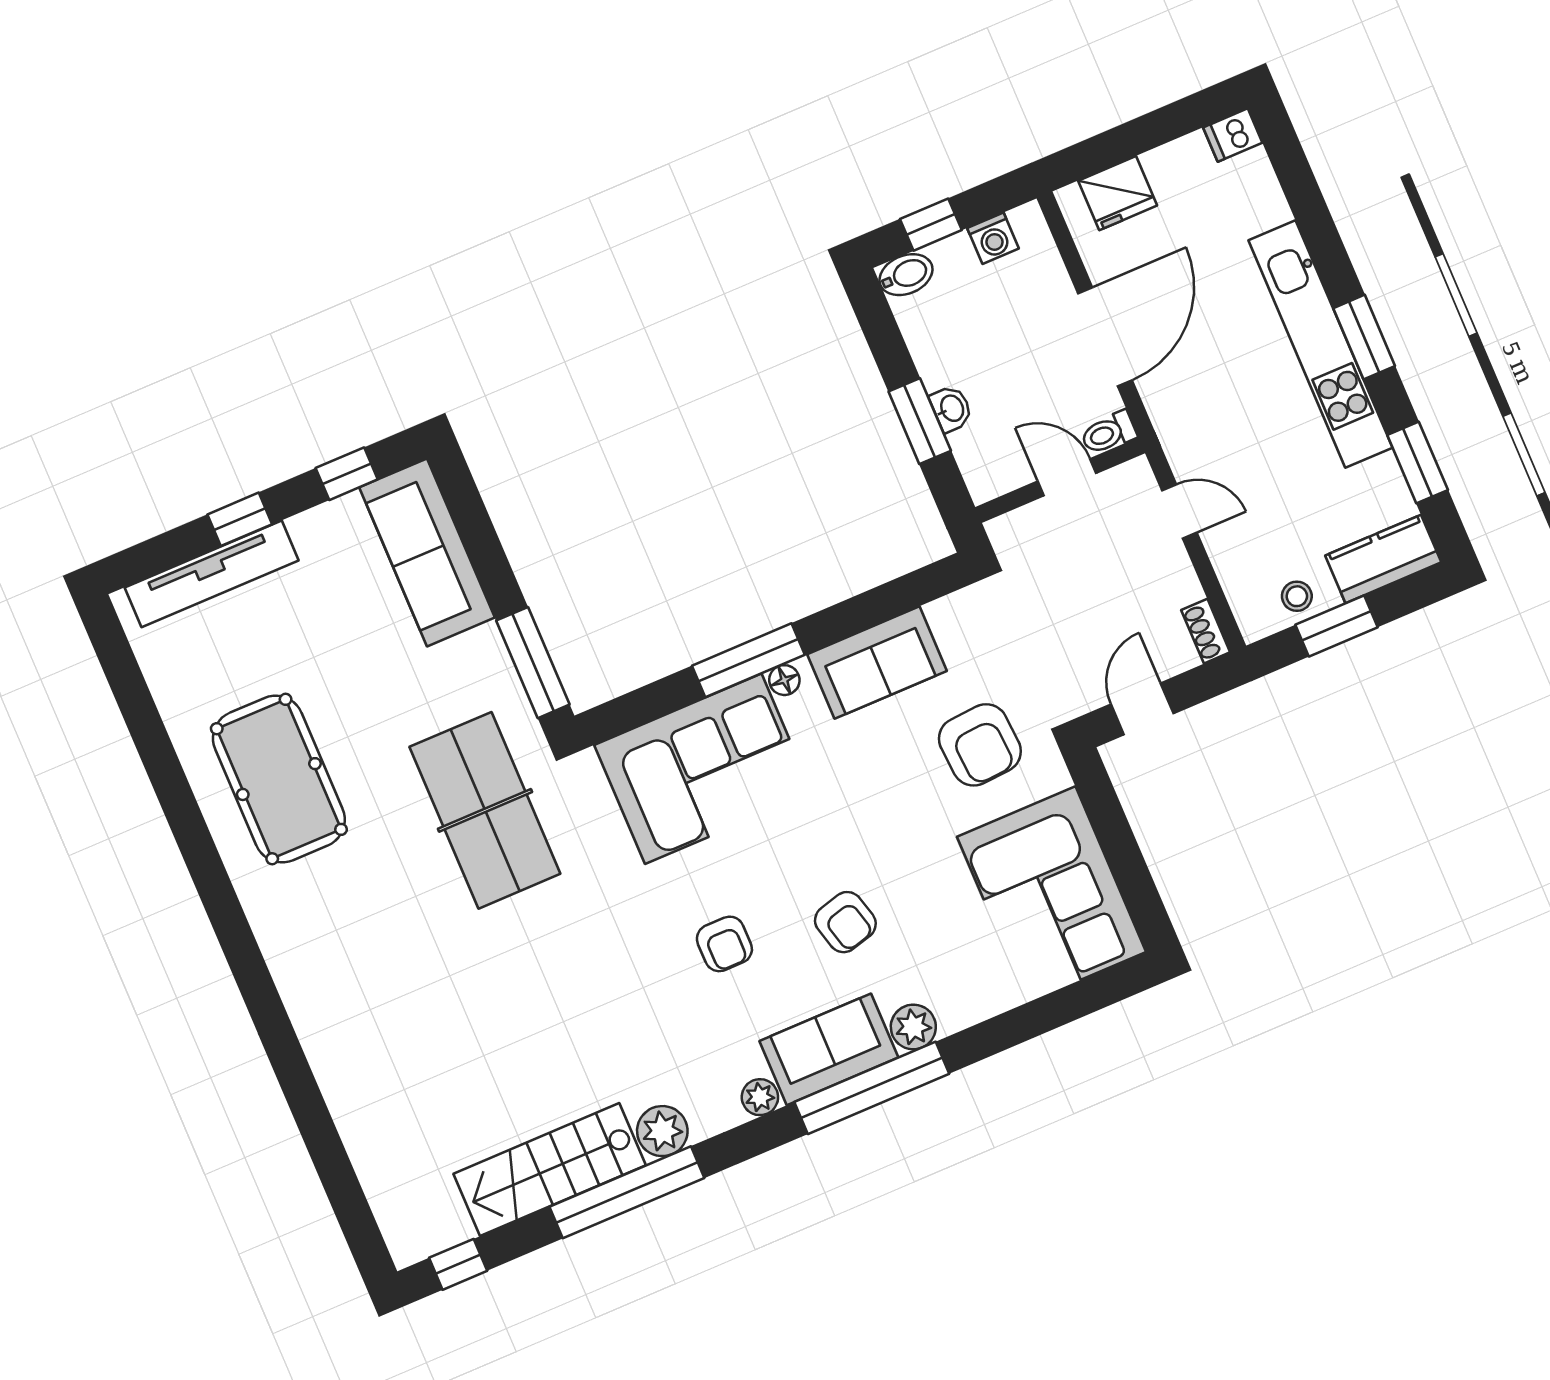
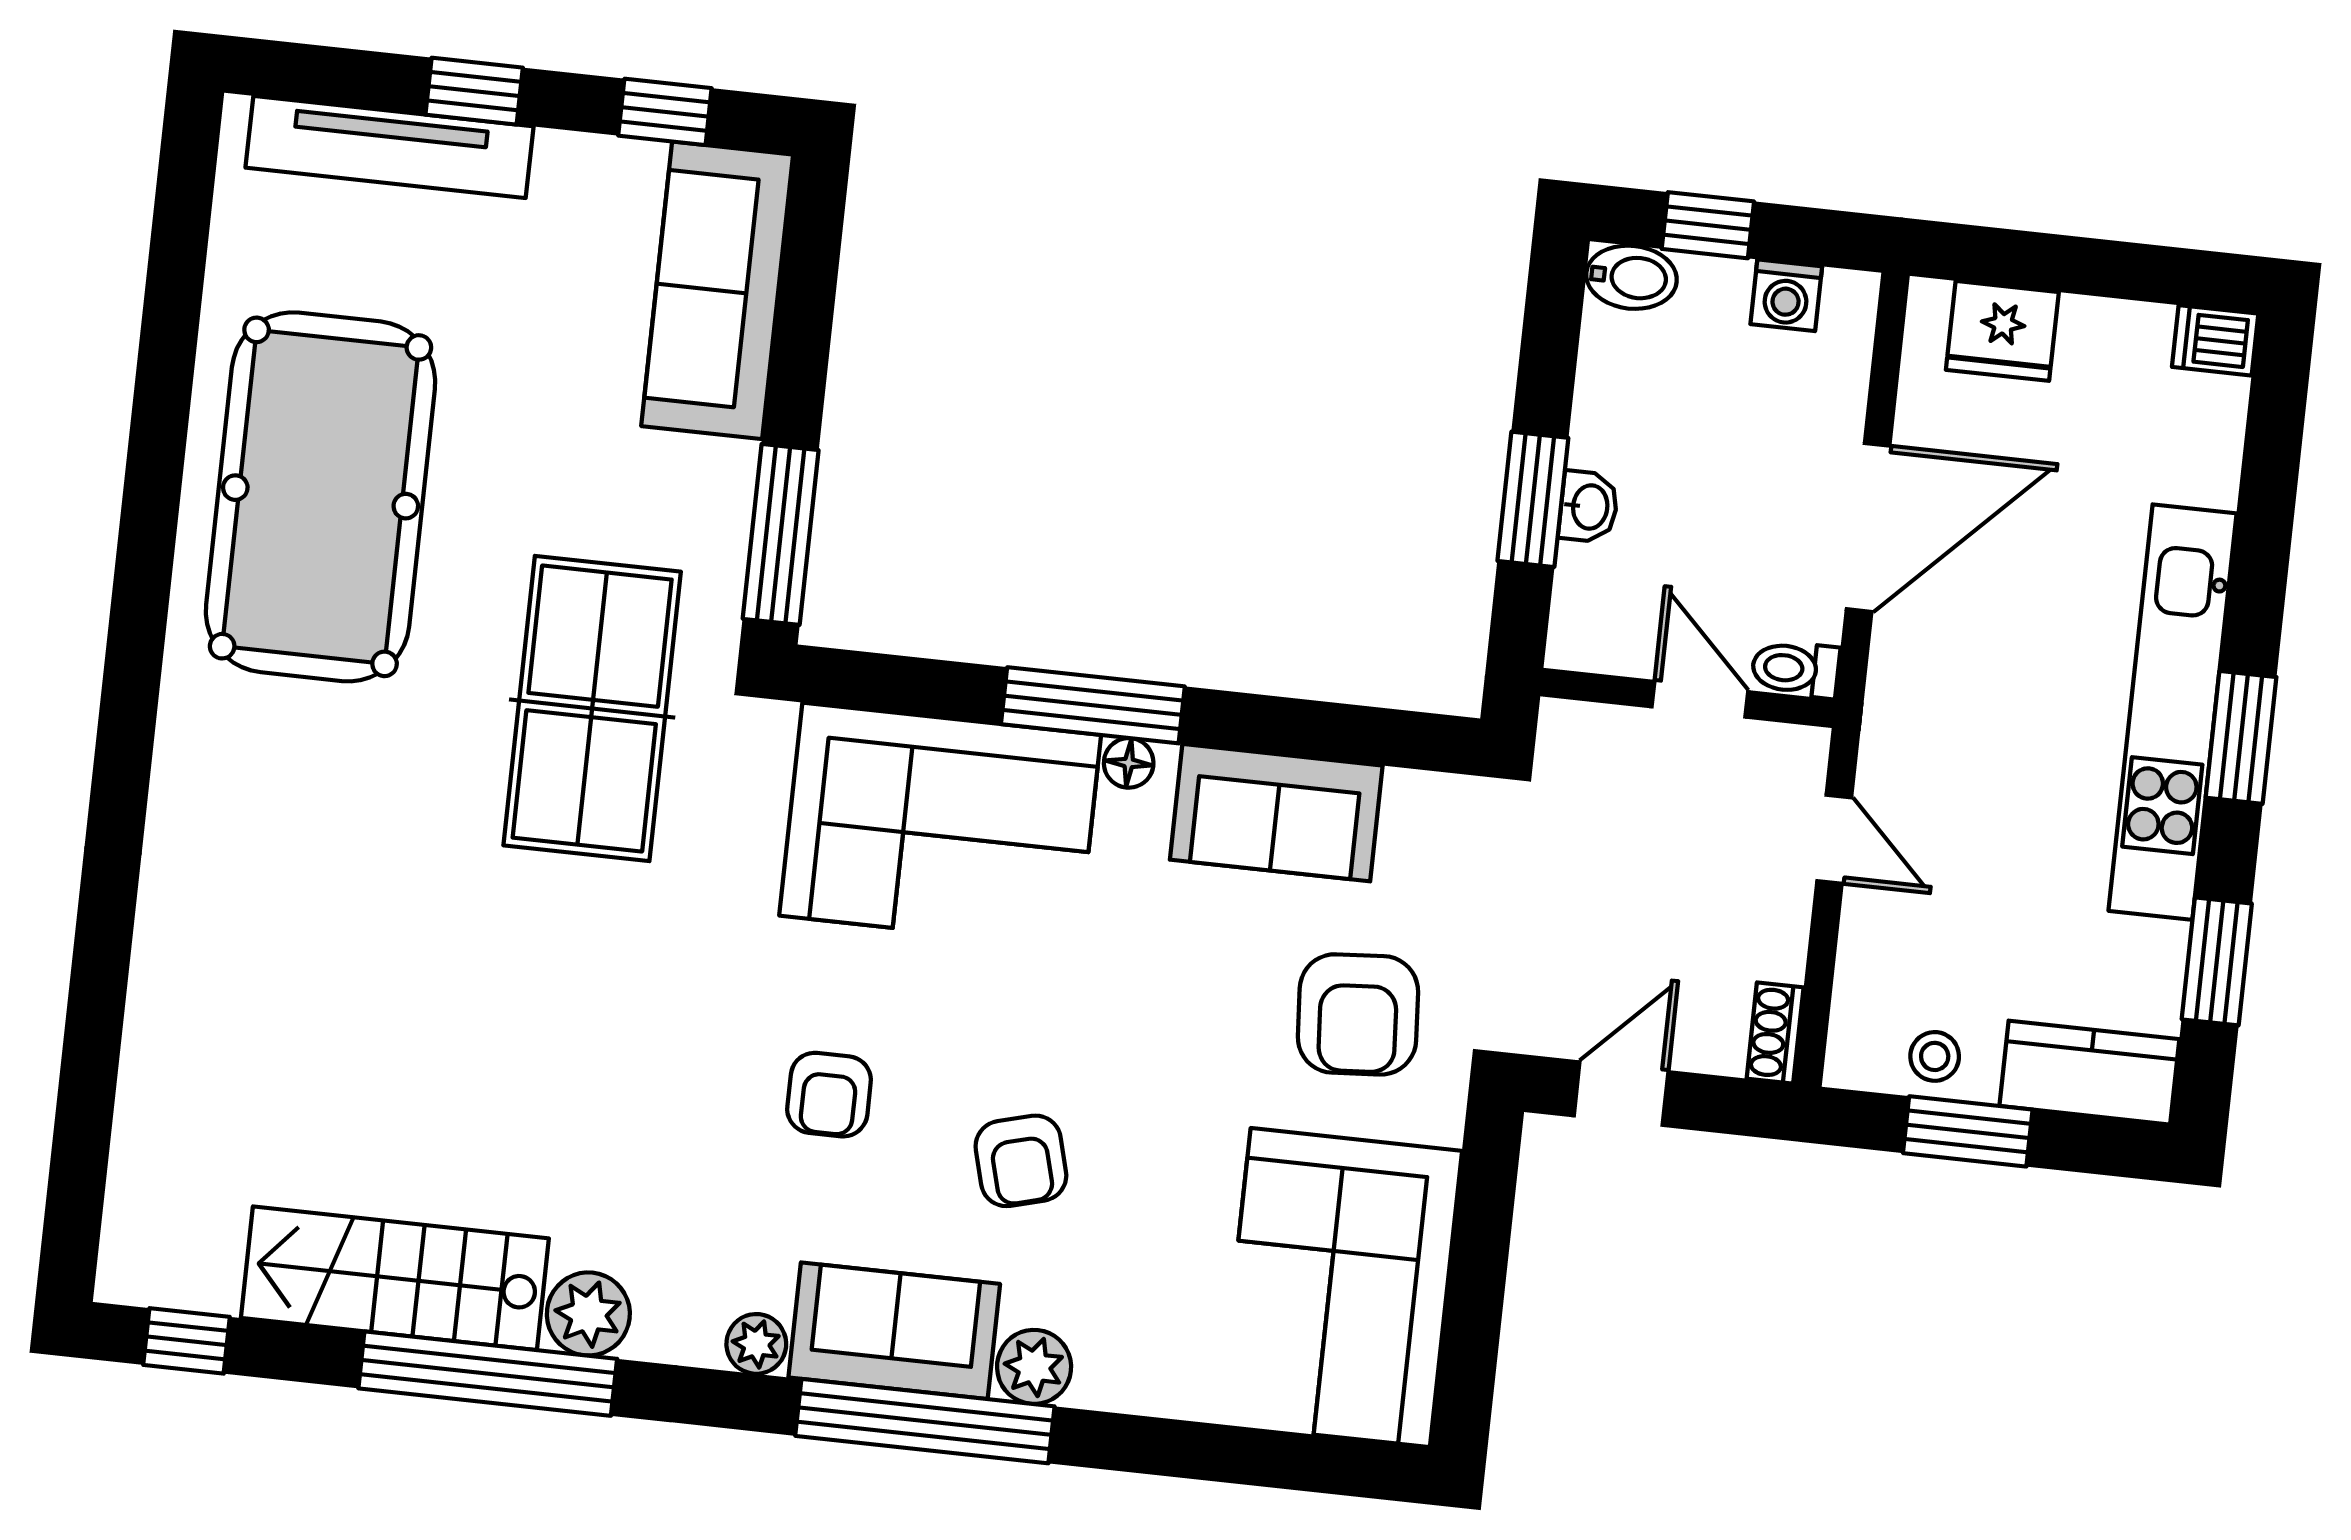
pool table: (279, 779) -> (321, 497), width x1.36, depth x1.32

